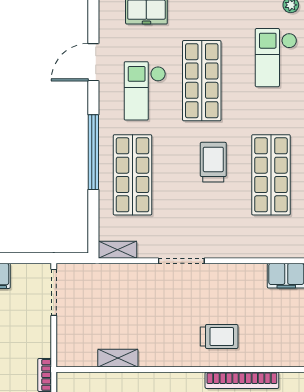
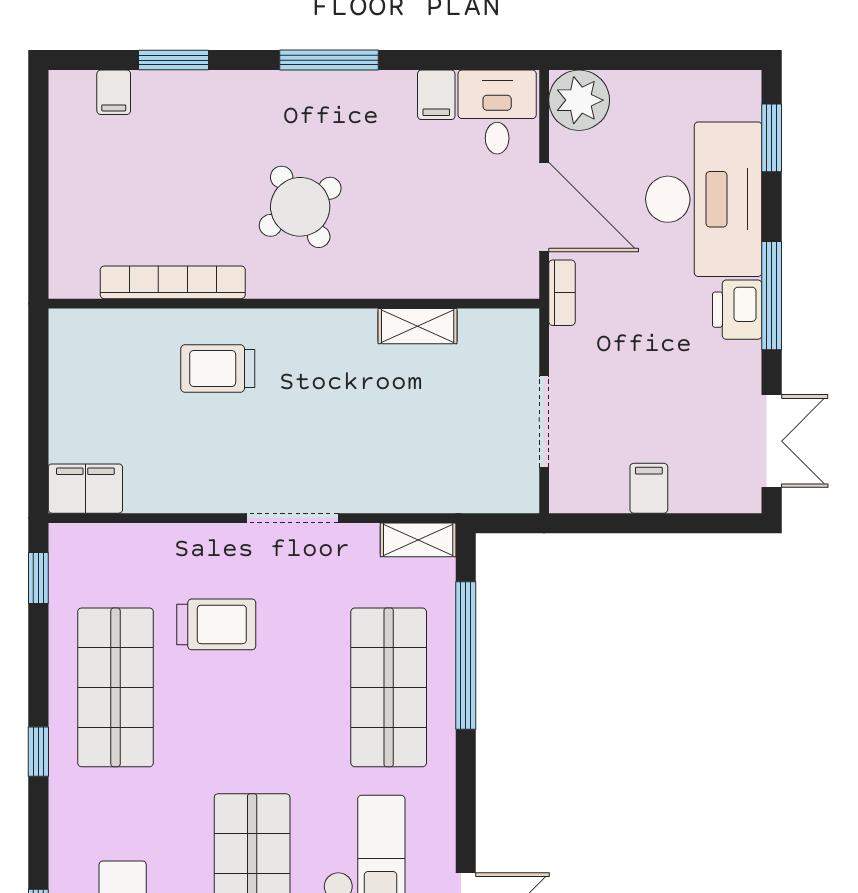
window: (93, 152) -> (466, 655), moved
trolley: (213, 162) -> (216, 624), moved, turned -90
doorway: (54, 292) -> (544, 422), moved

